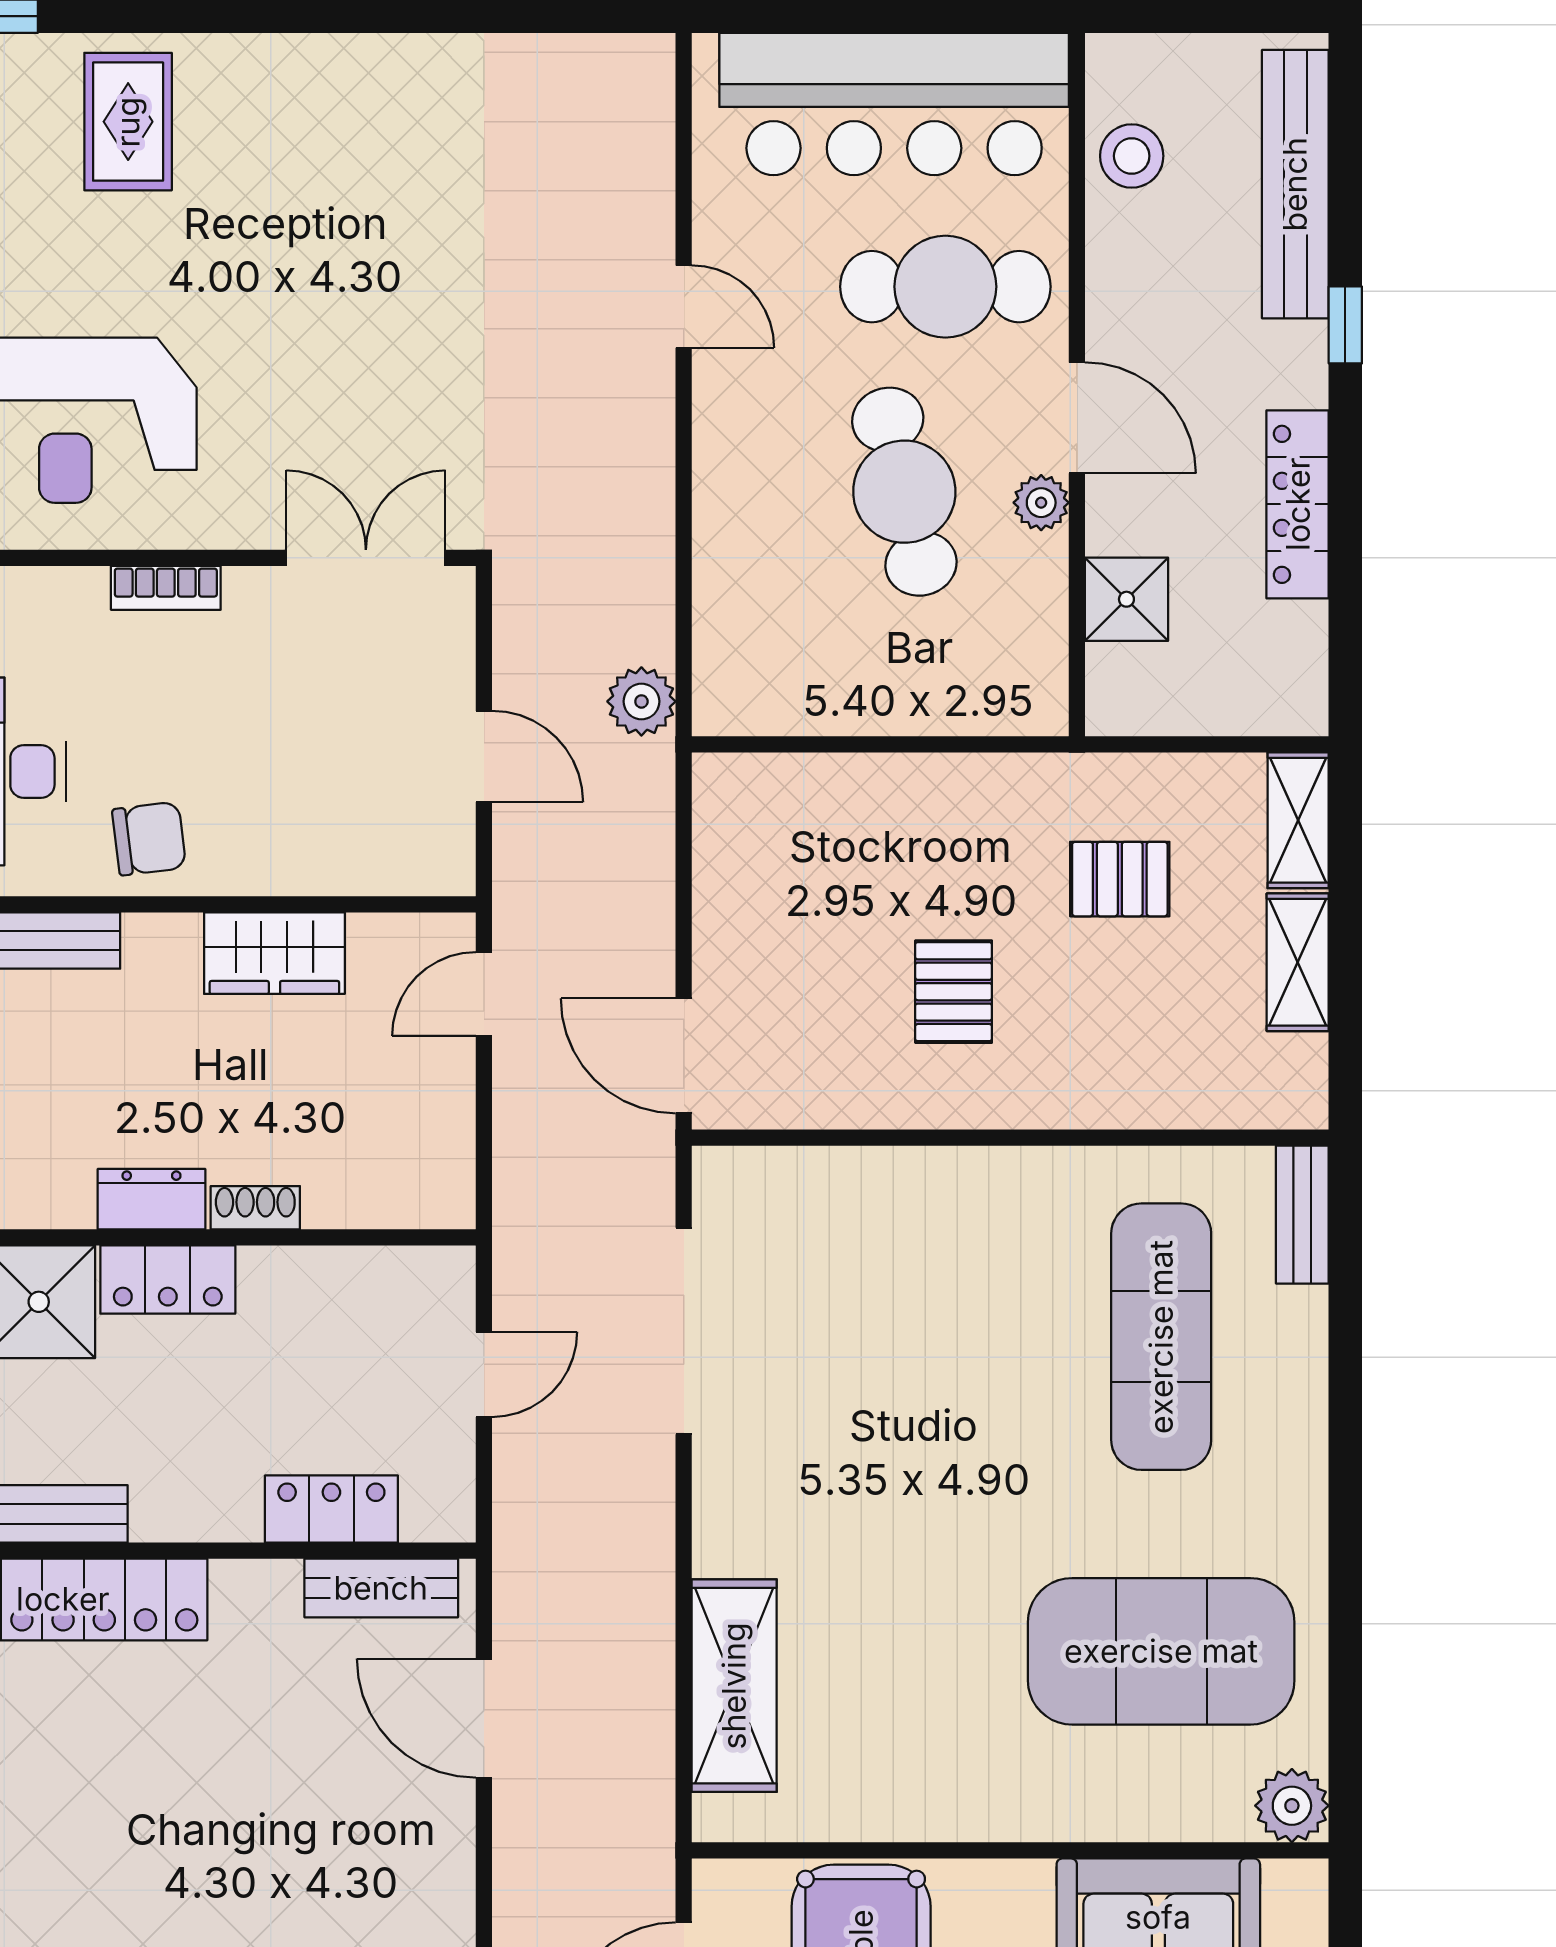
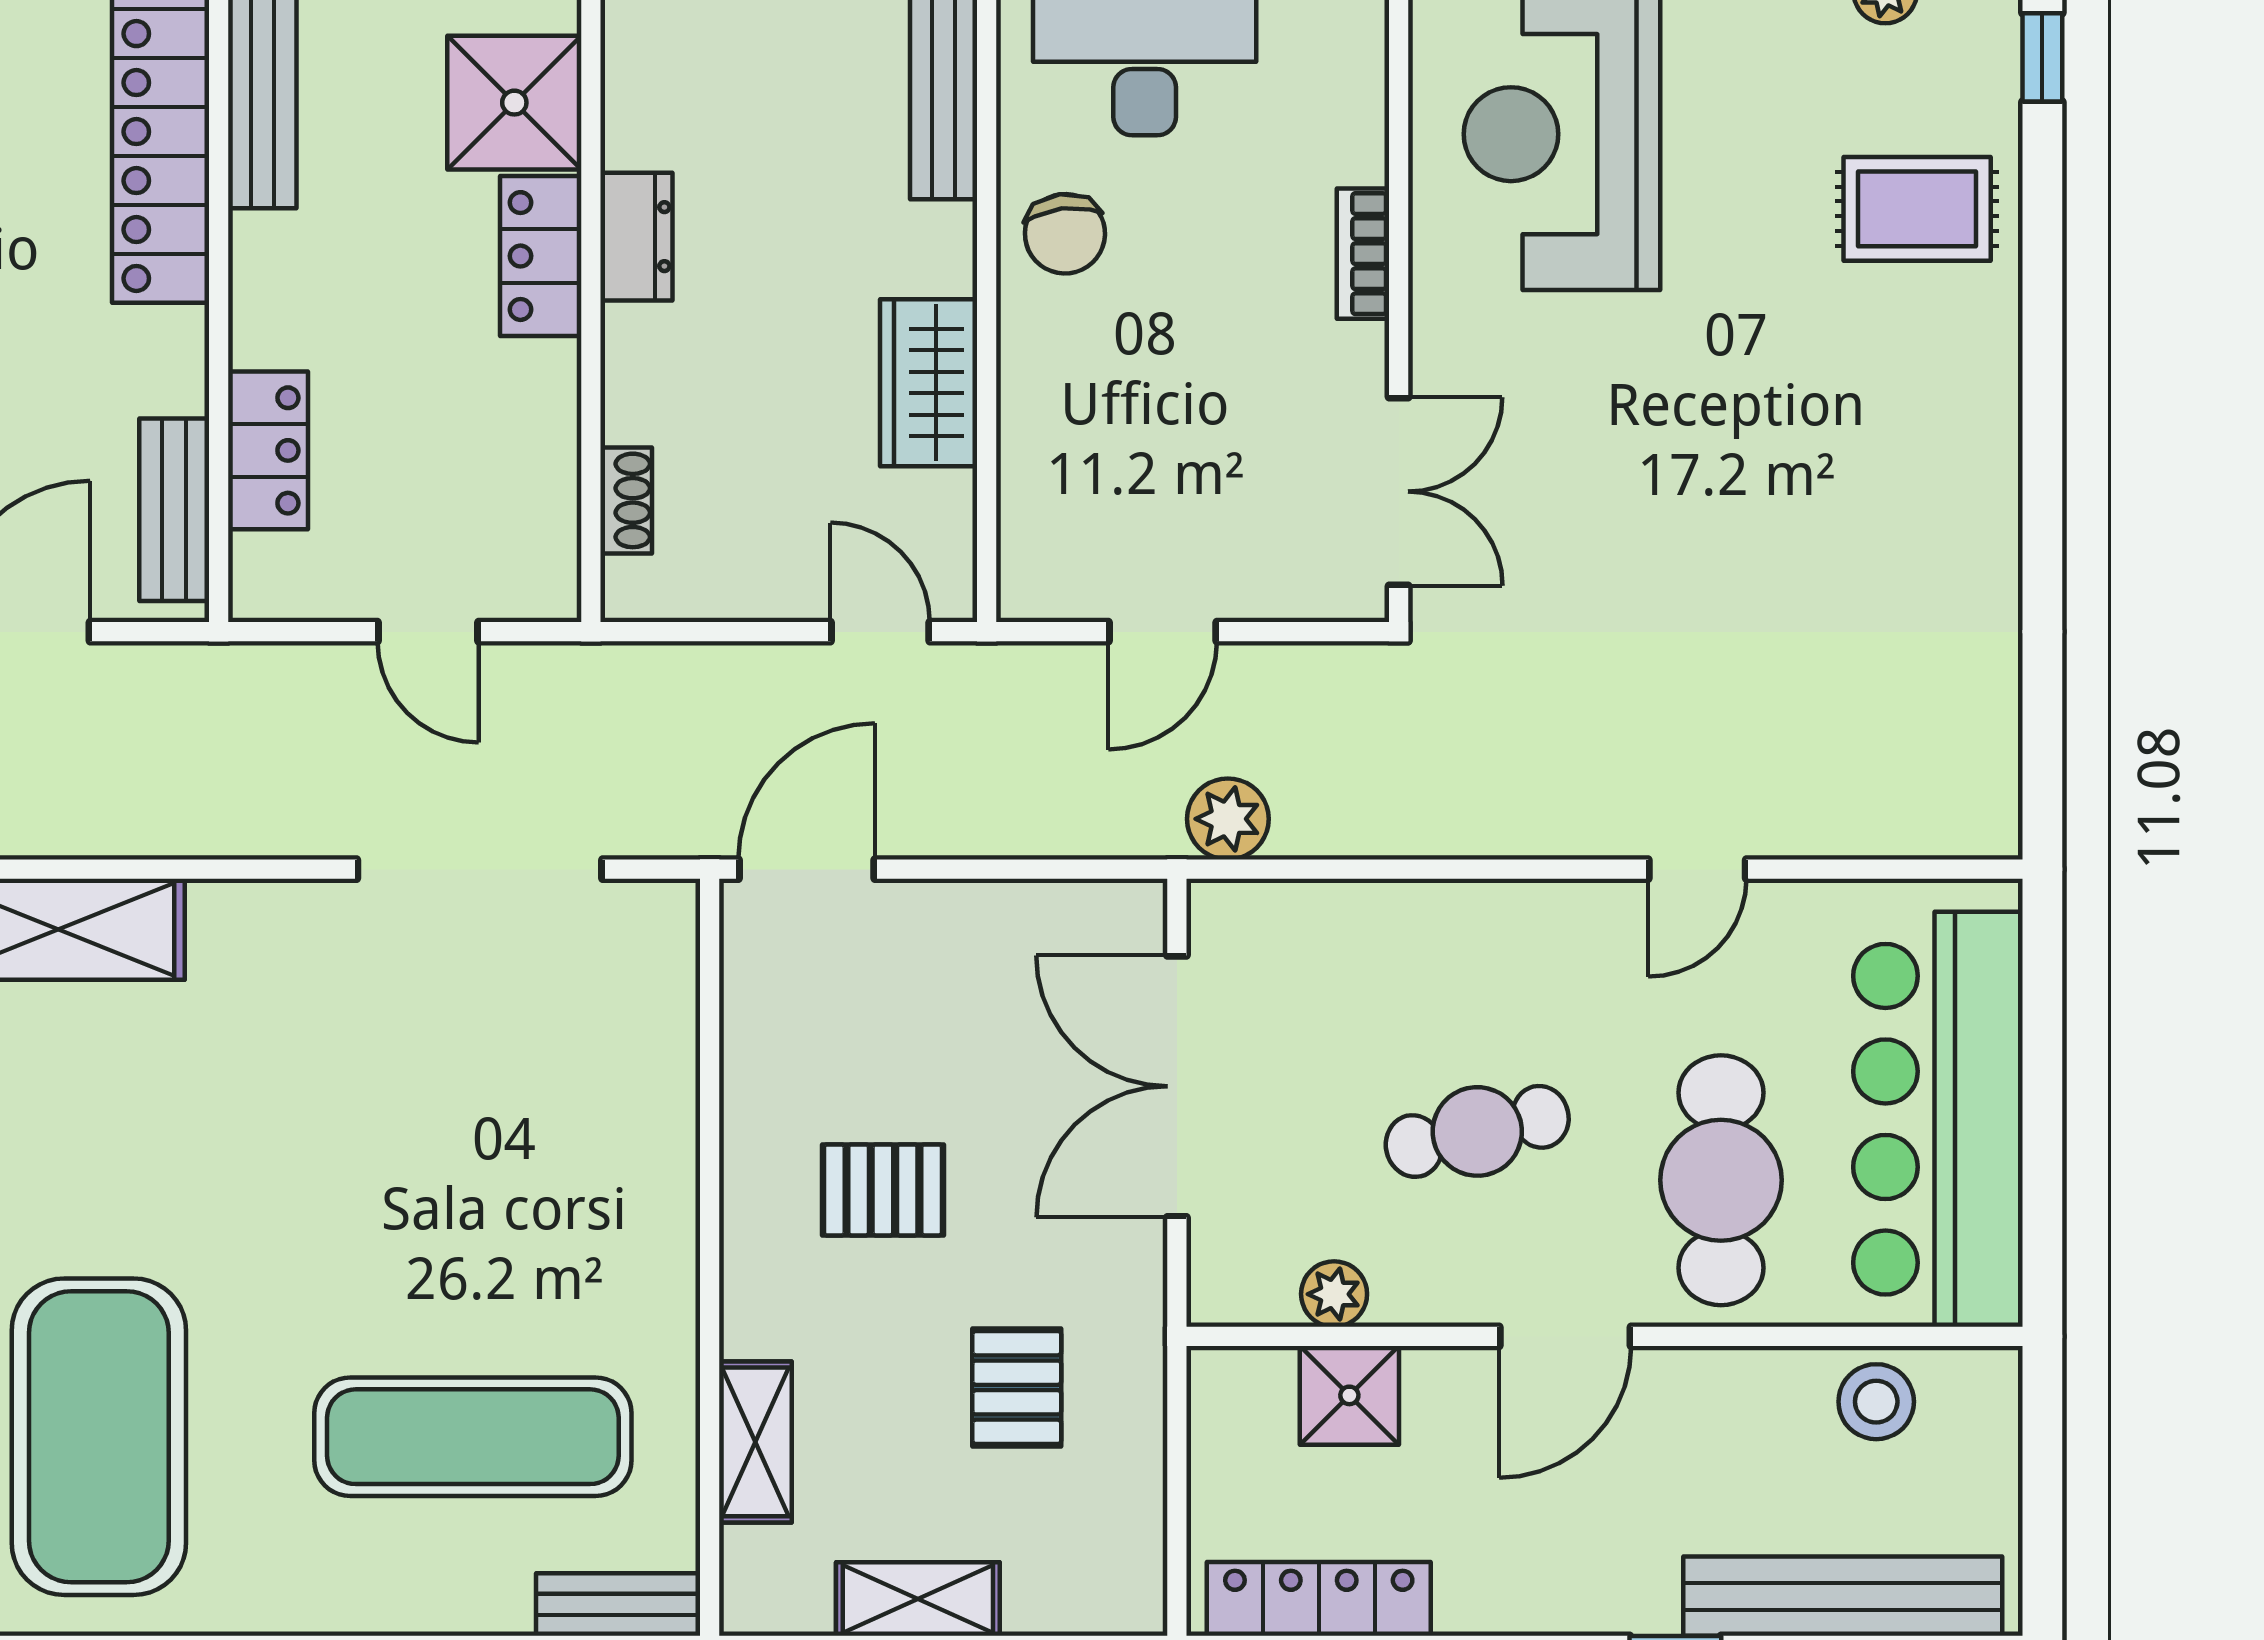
cafe table: (904, 492) -> (1477, 1131), width x0.73, depth x0.74
plant: (1041, 503) -> (1334, 1294), moved
locker: (1298, 504) -> (1319, 1599), moved
double door: (866, 744) -> (1177, 1086), added
shelving: (1298, 820) -> (755, 1442), moved, turned 90
shoe rack: (255, 1208) -> (626, 500), moved

